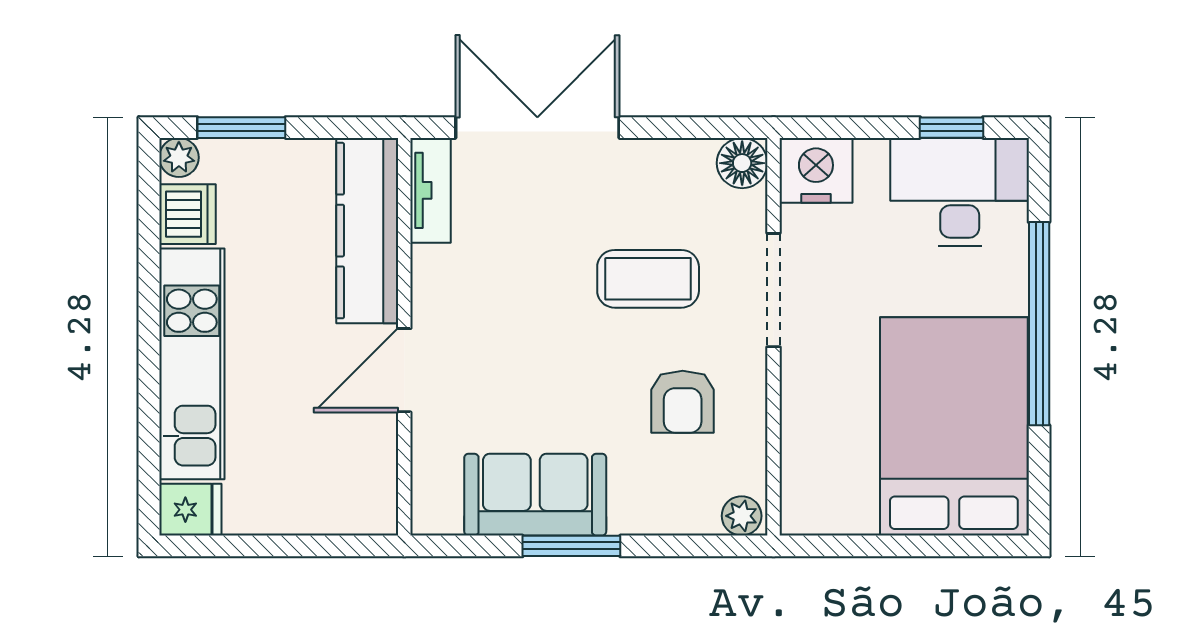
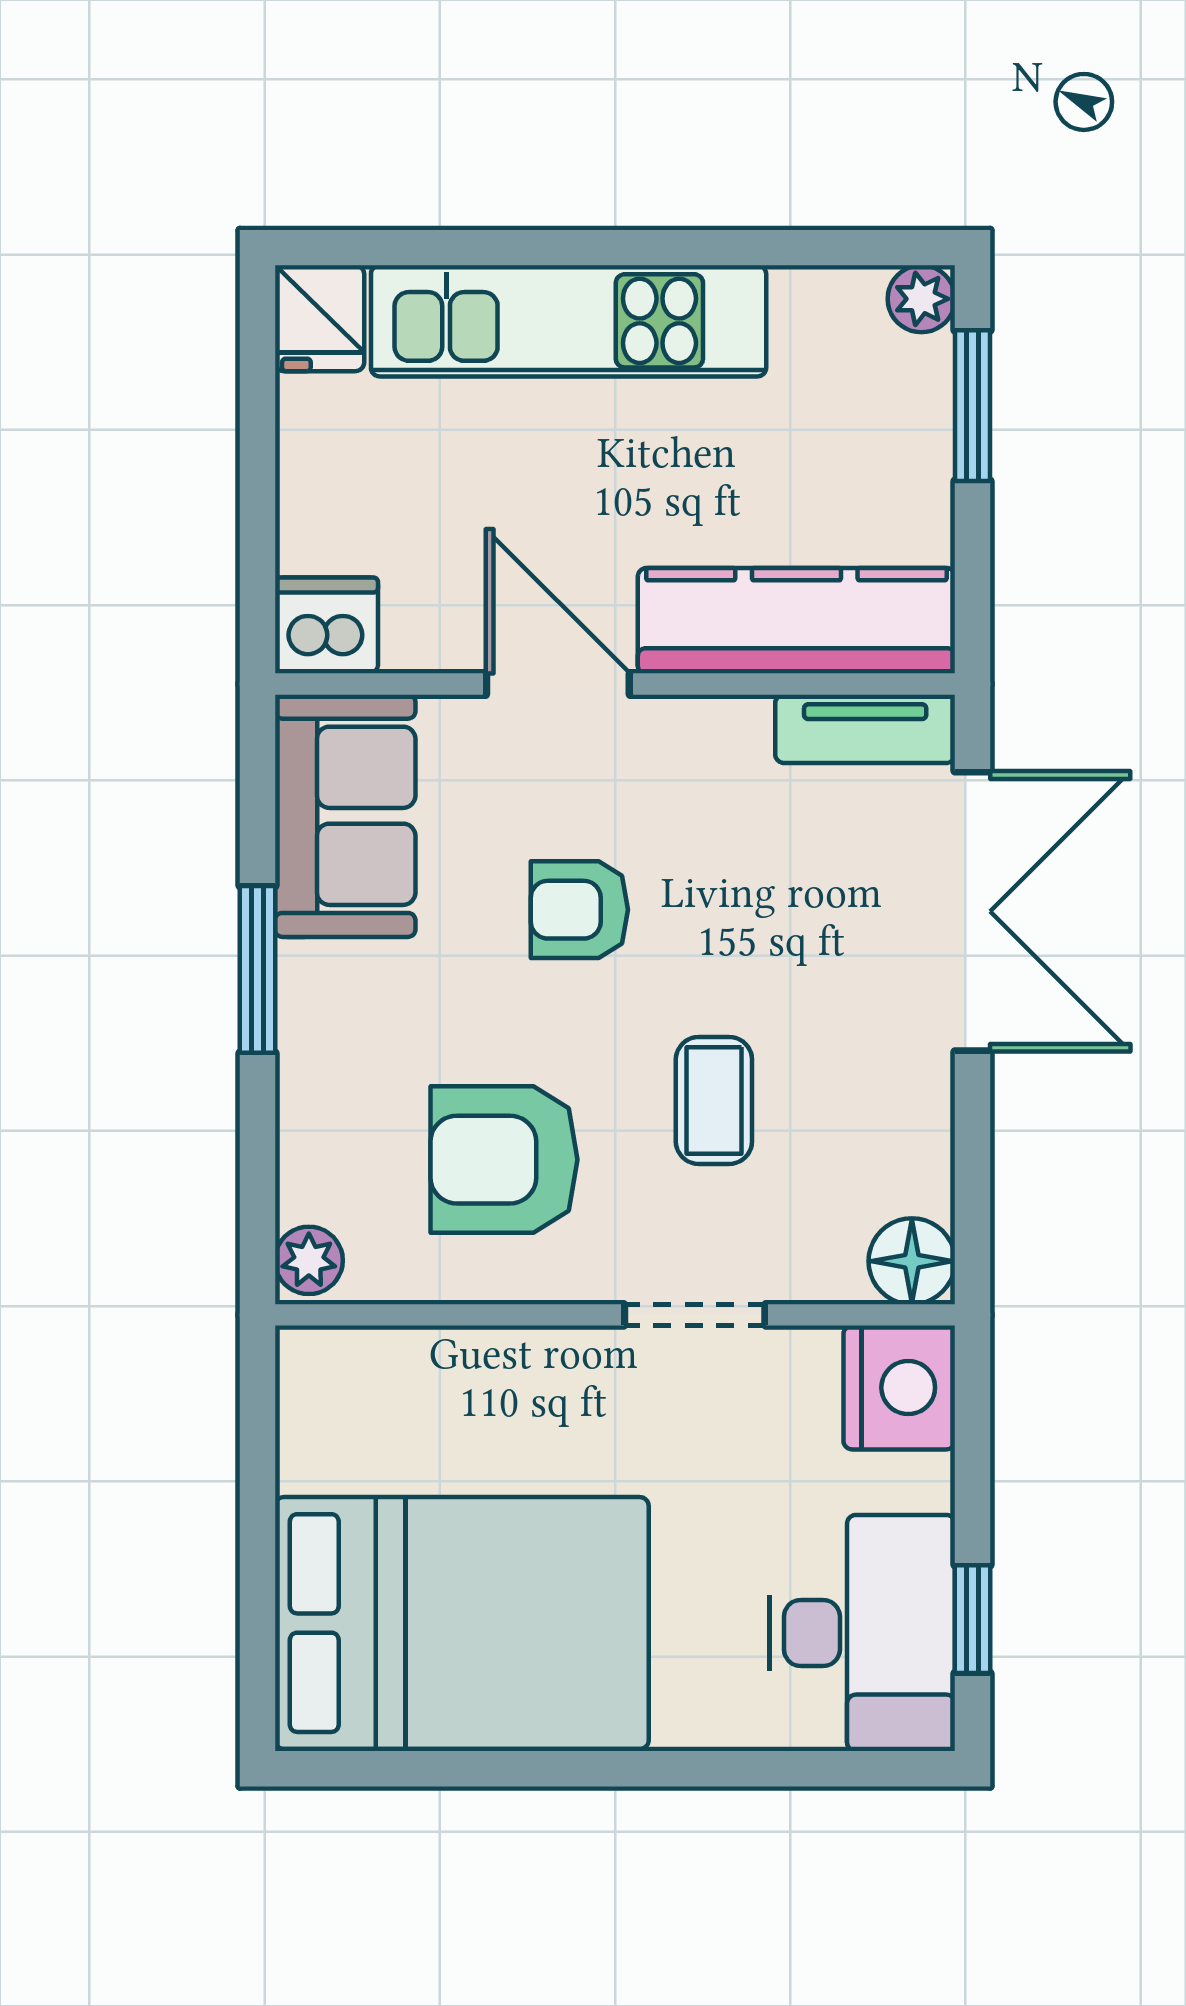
dishwasher: (187, 214) -> (326, 625), moved, turned 180
coffee table: (648, 279) -> (714, 1100), width x0.73, depth x0.77
doorway: (773, 290) -> (695, 1315), width x0.73
window: (1039, 324) -> (637, 1769), removed
armchair: (536, 358) -> (579, 910), added
armchair: (683, 402) -> (504, 1160), width x1.38, depth x1.38
sofa: (535, 495) -> (345, 816), moved

